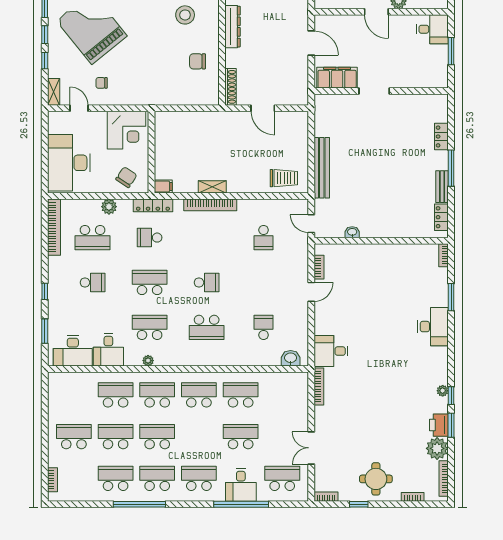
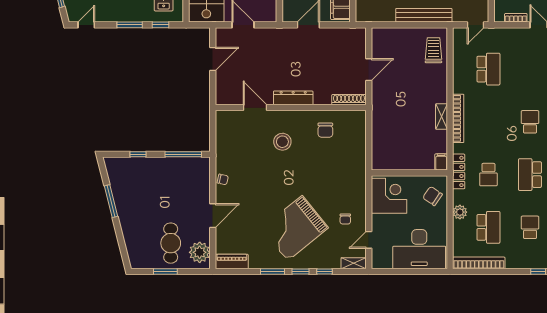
school desk: (264, 238) -> (488, 69), width x1.85

